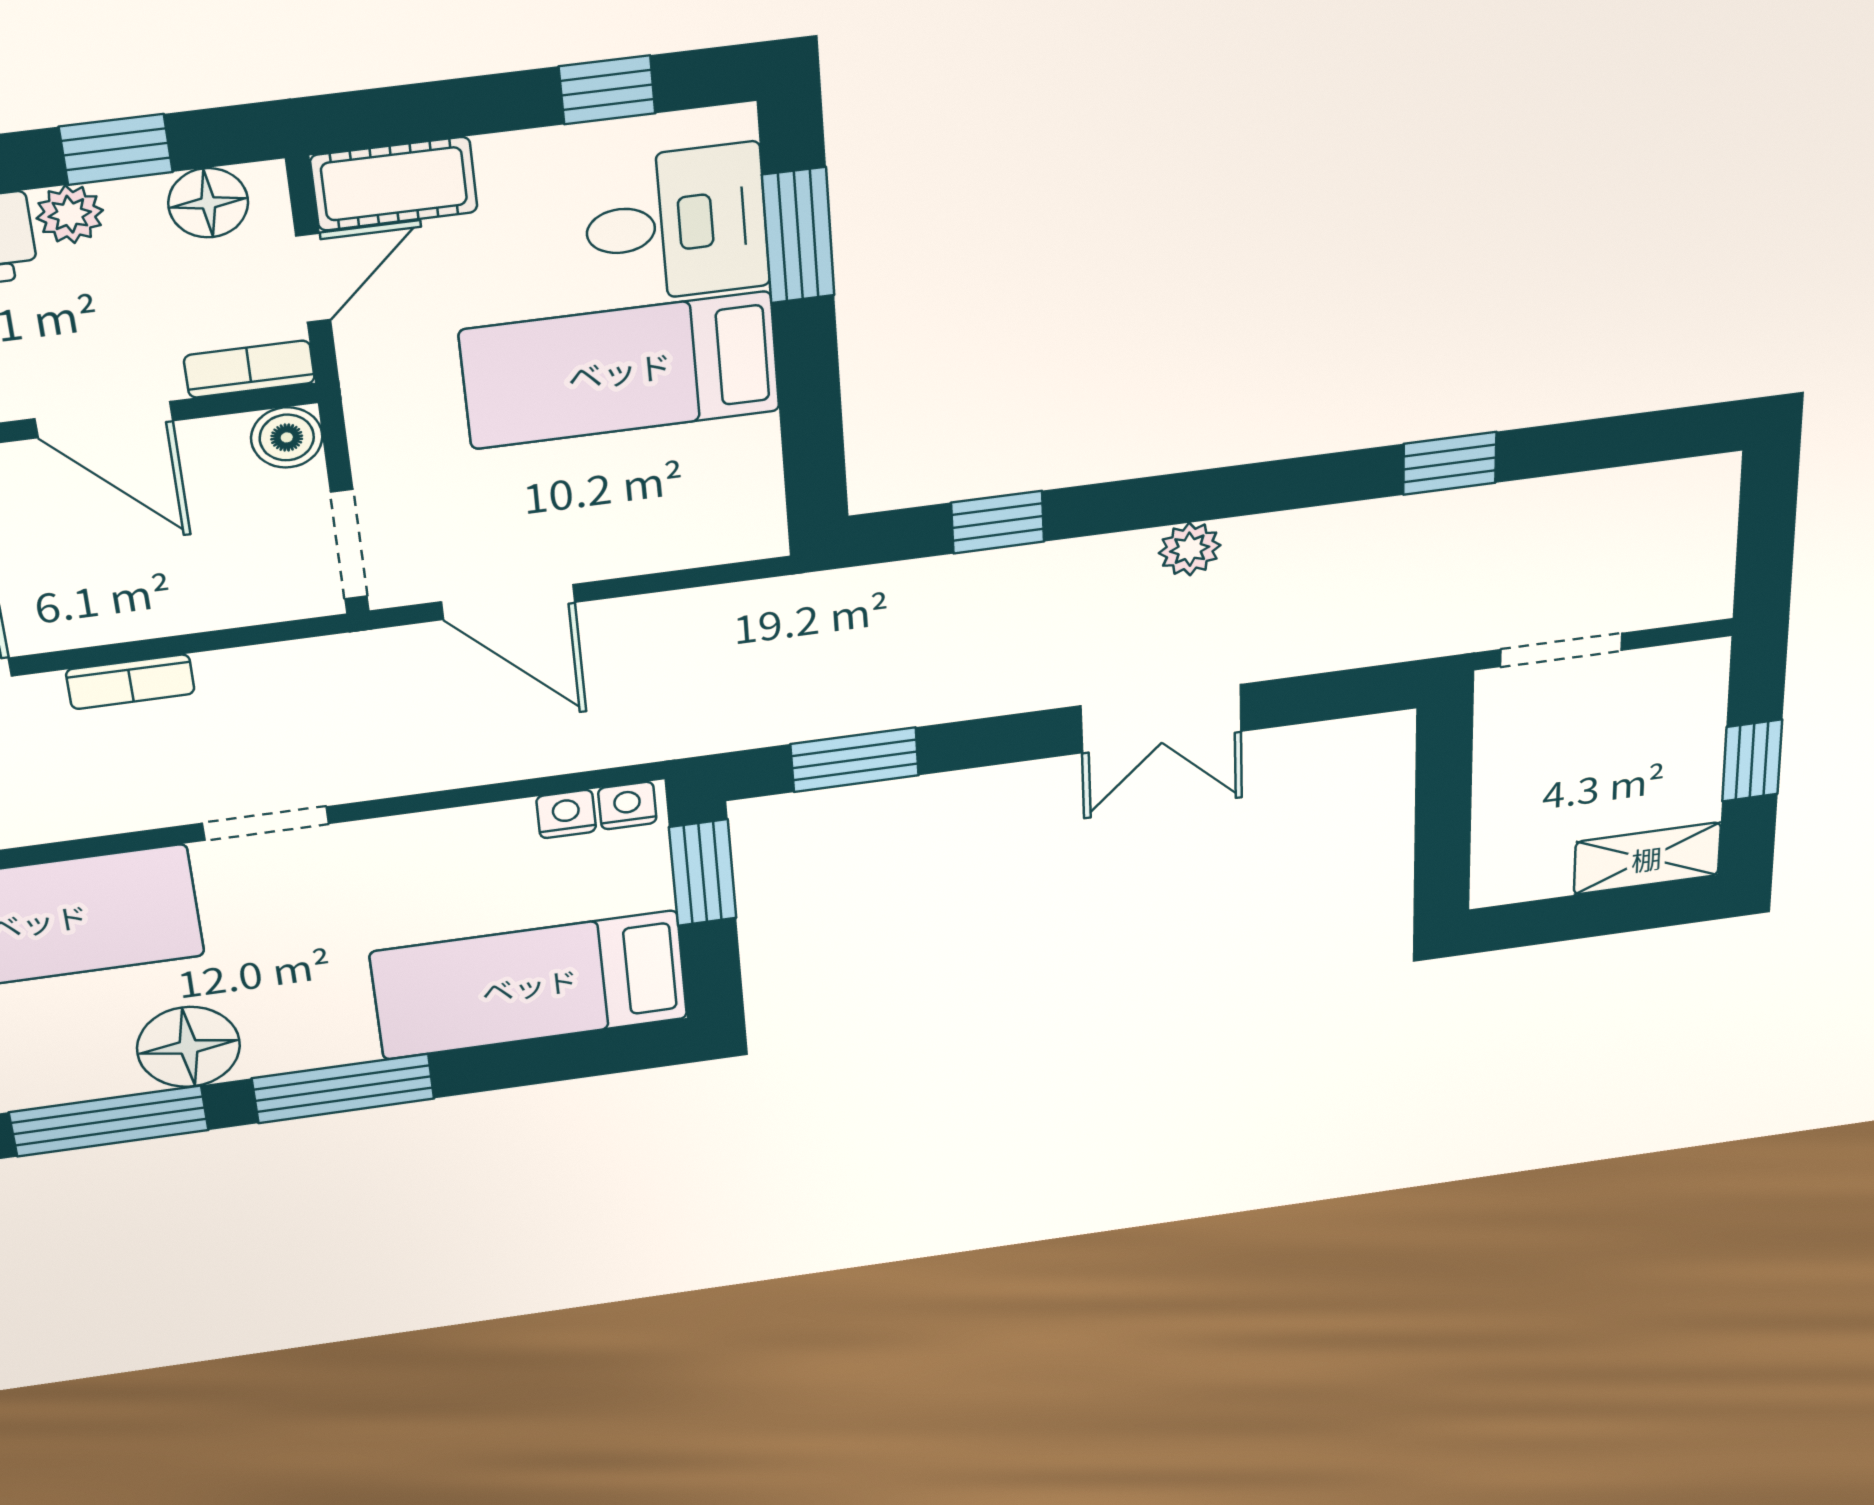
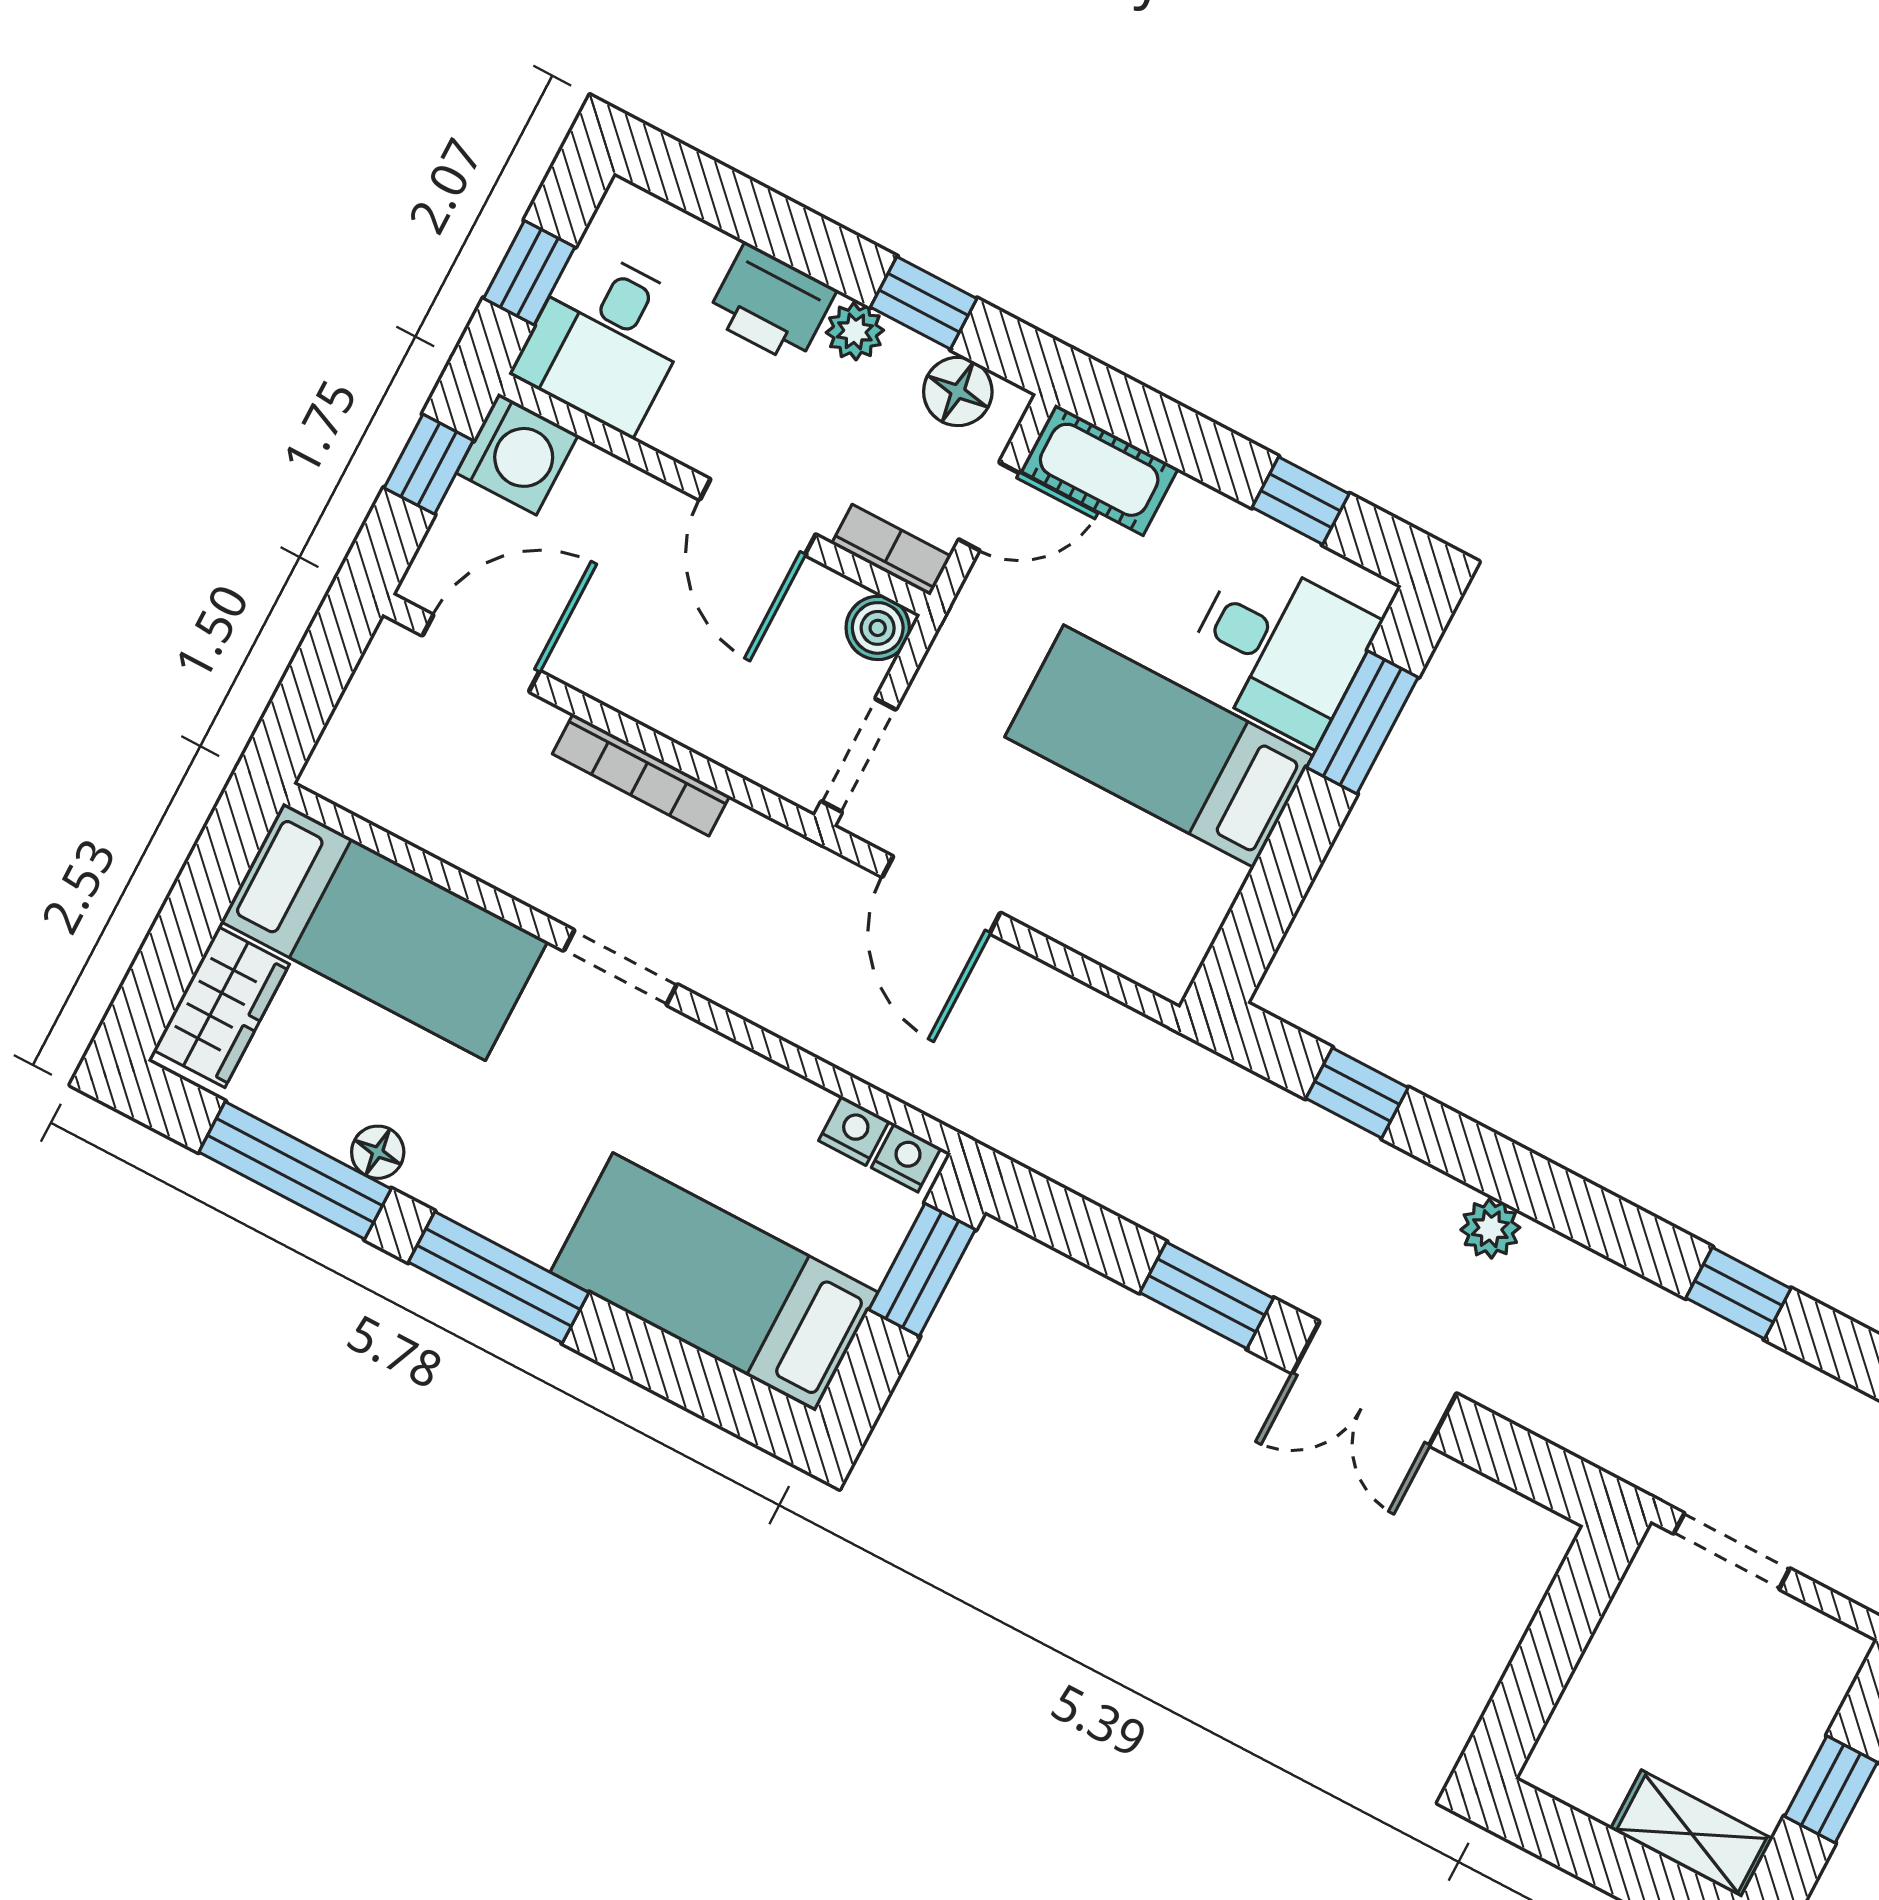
bookcase: (130, 682) -> (641, 775), width x1.56
window: (855, 760) -> (1207, 1295), moved
floor lamp: (188, 1047) -> (378, 1152), width x0.53, depth x0.53

